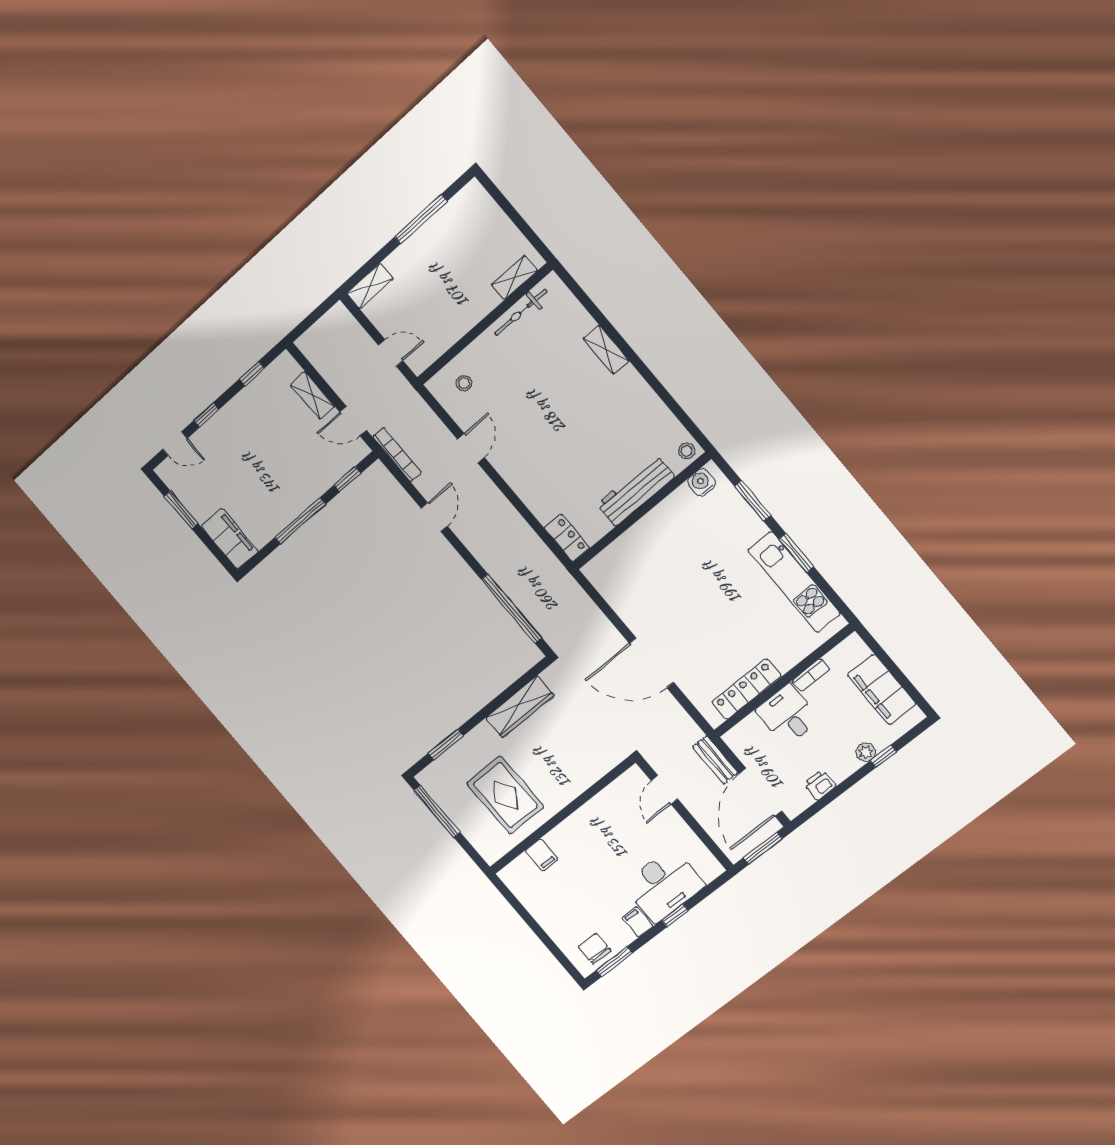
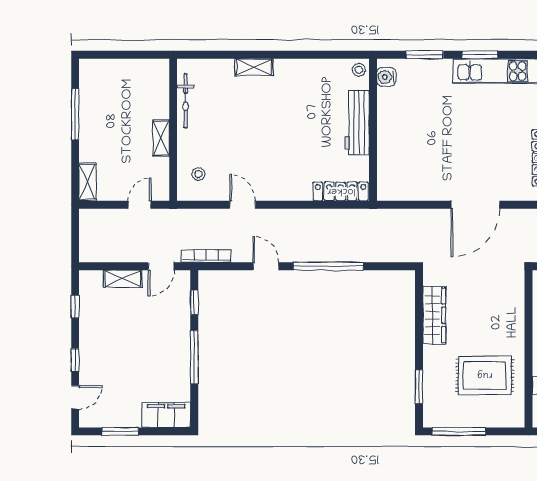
shelving: (514, 278) -> (161, 138), moved
locker: (567, 538) -> (341, 191), width x1.53
window: (511, 609) -> (328, 266), moved

